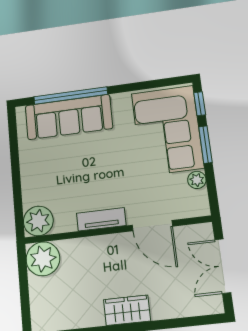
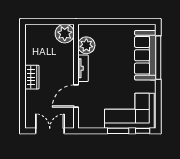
plant: (197, 180) -> (99, 124), removed
plant: (38, 221) -> (86, 45), moved

